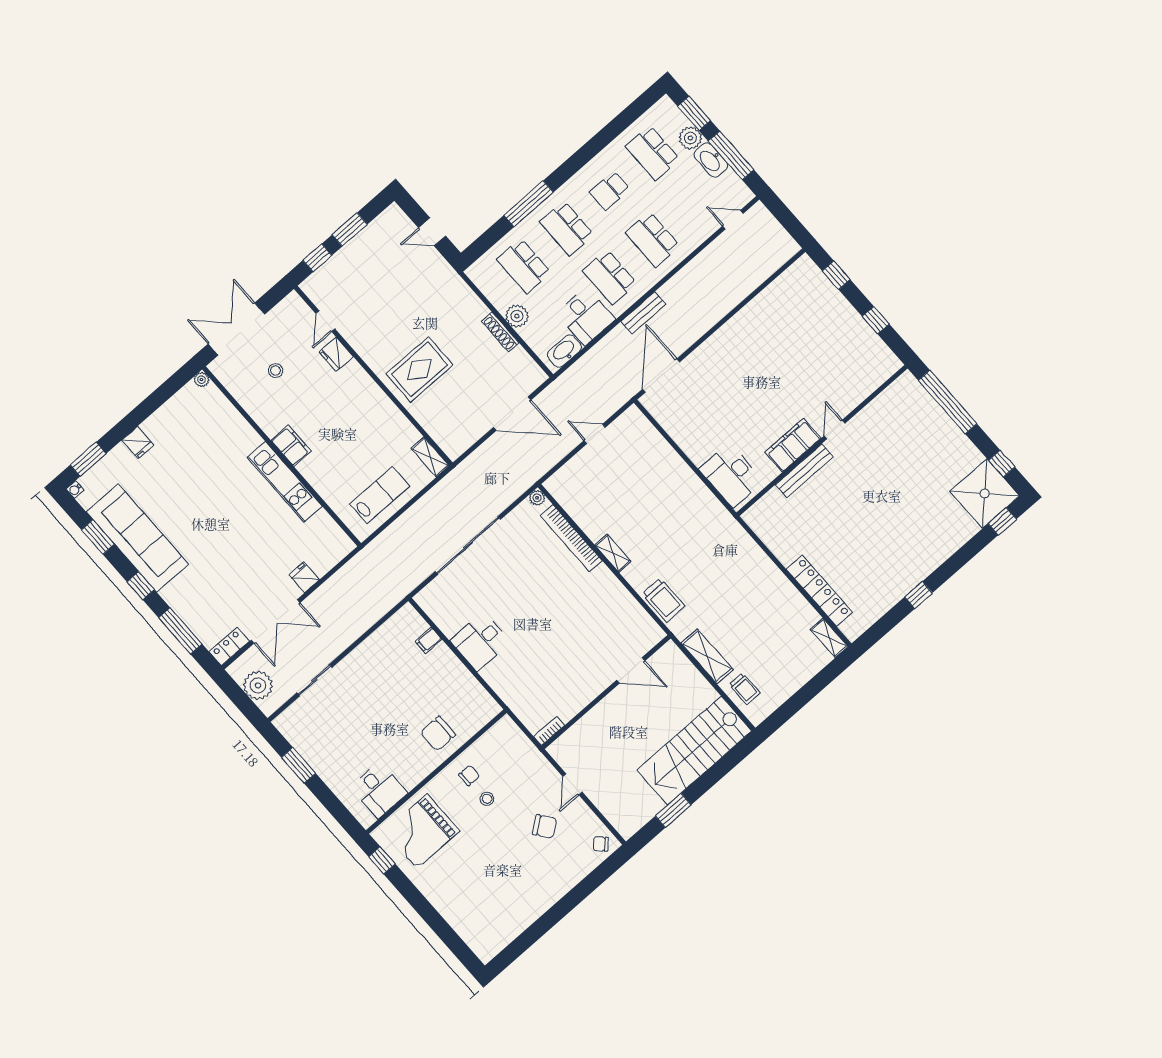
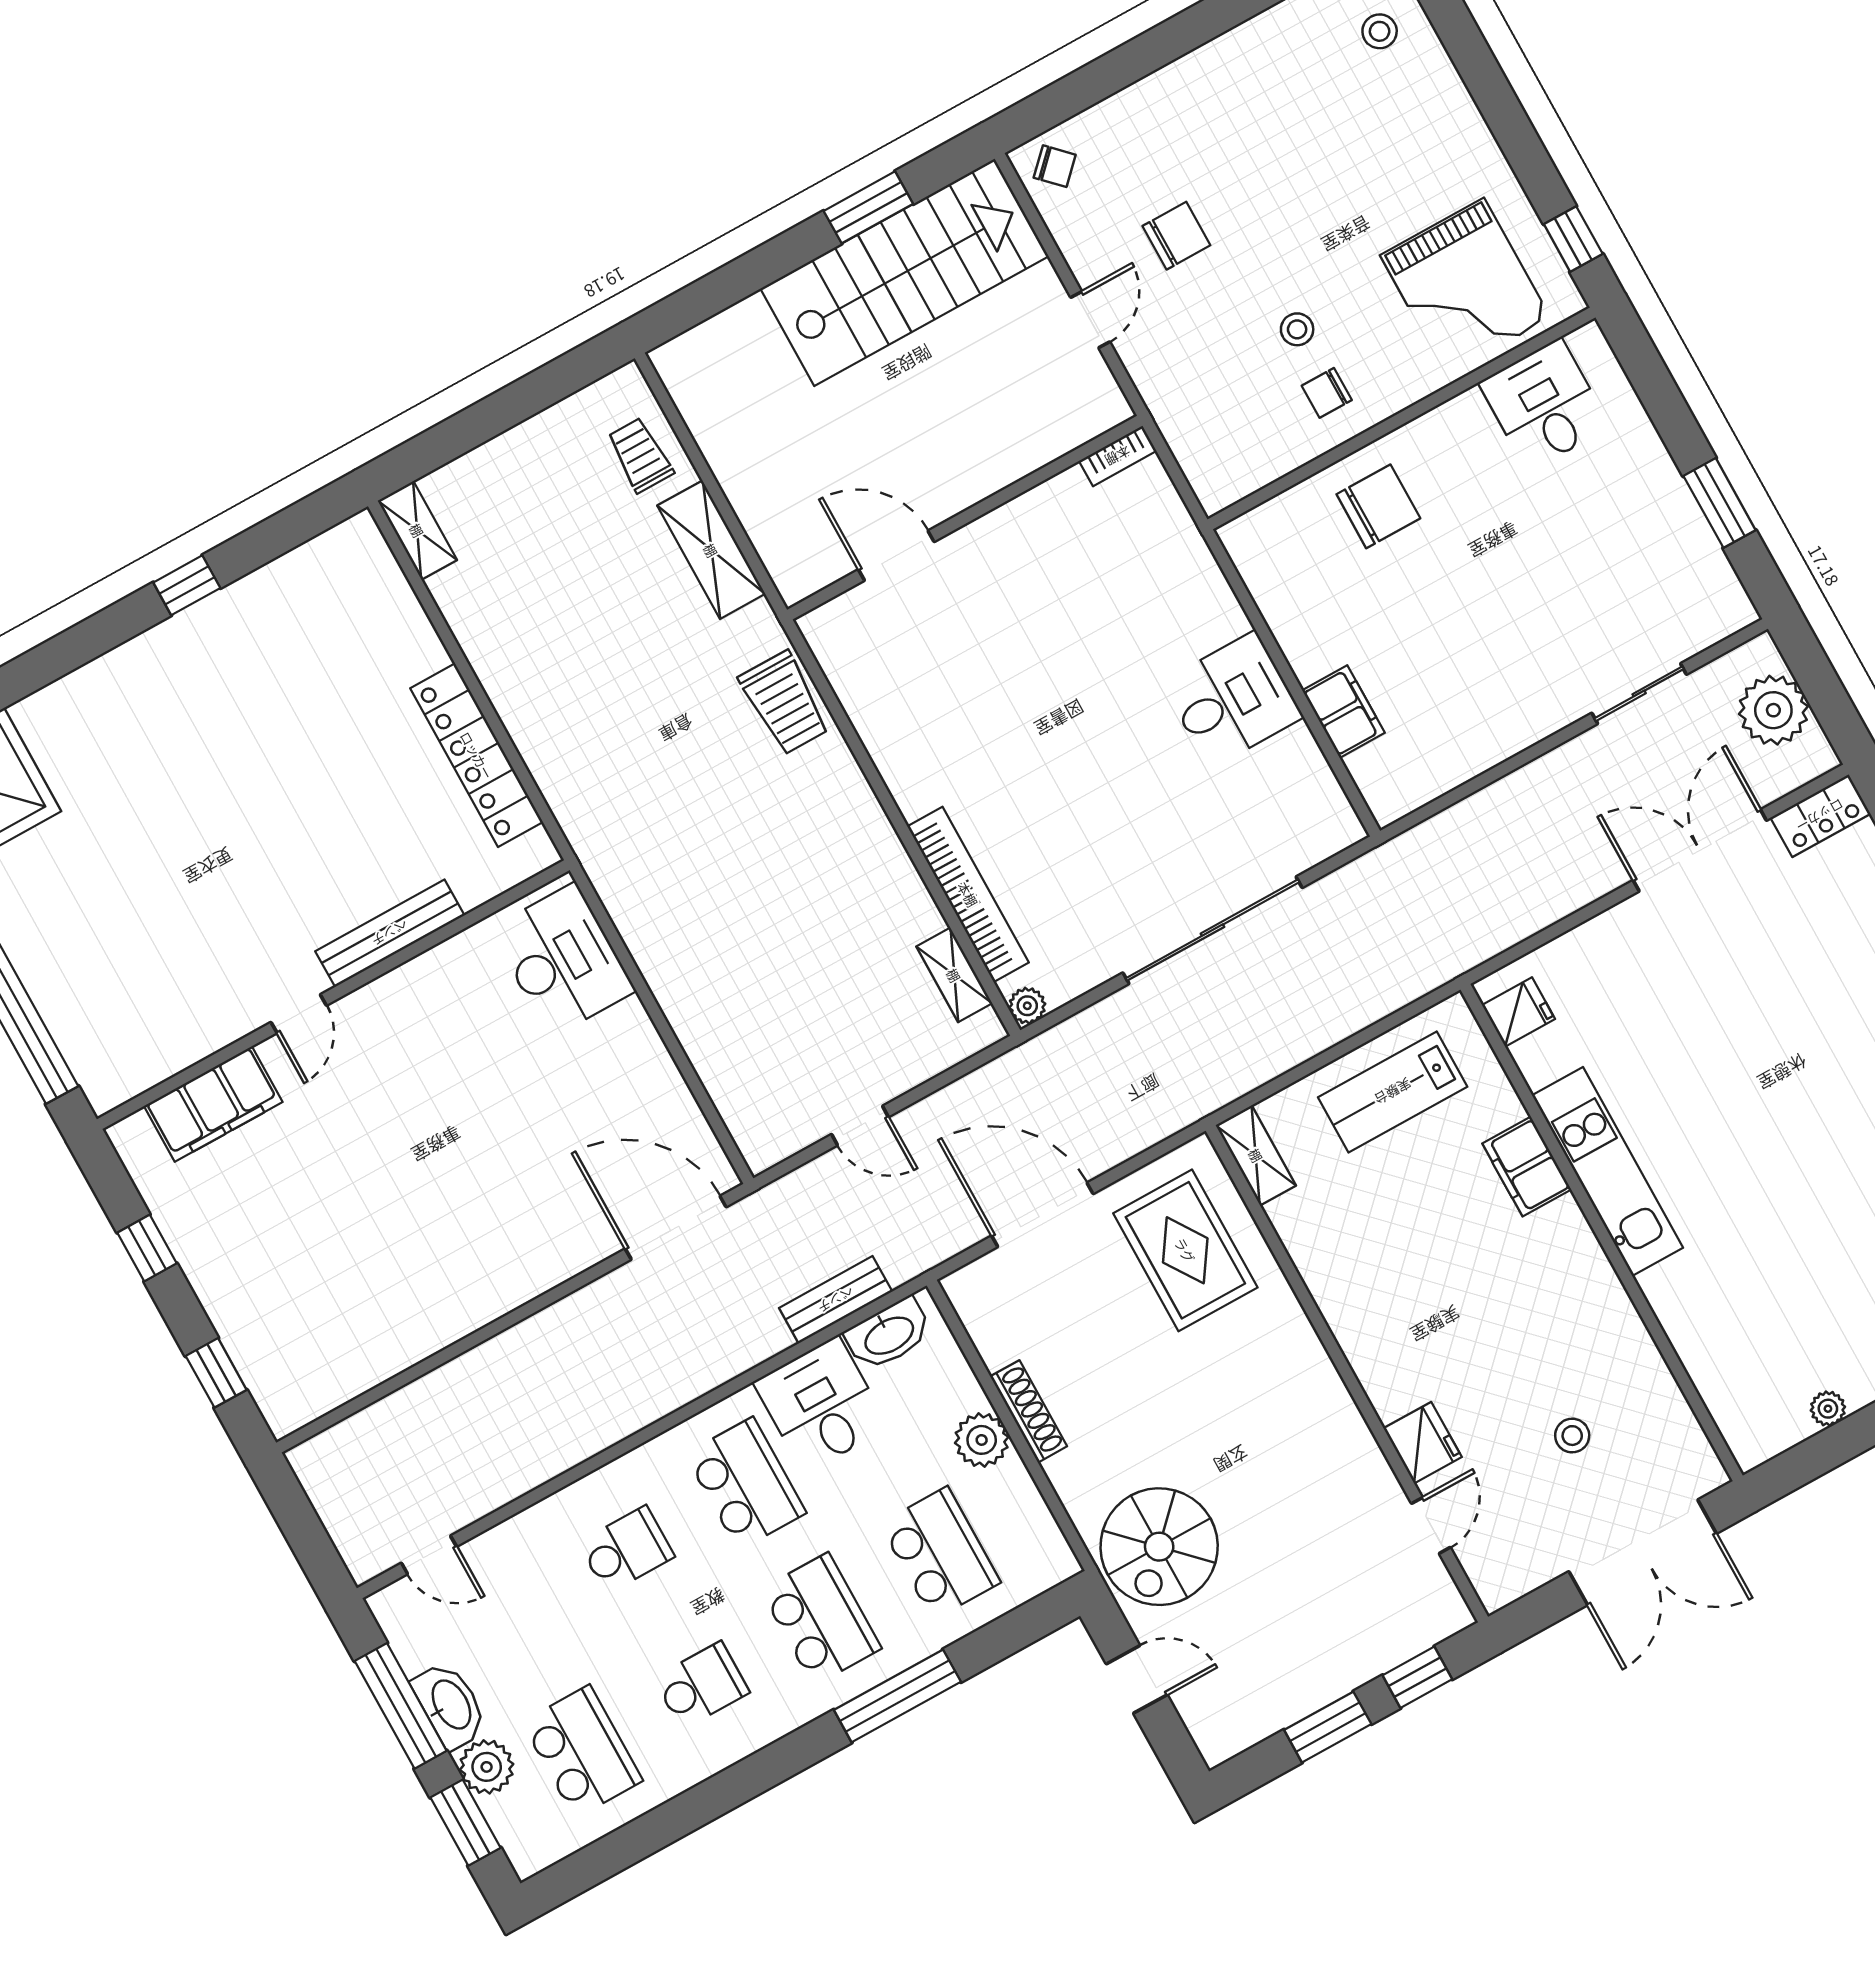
school desk: (653, 239) -> (626, 1550), width x0.54
spiral stairs: (435, 288) -> (1159, 1547), added
bench: (643, 313) -> (836, 1300), moved
rug: (419, 369) -> (1185, 1250), moved, turned 90
door: (661, 376) -> (676, 1228), swing flipped
plant: (202, 380) -> (1828, 1409), moved
filing cabinet: (793, 445) -> (213, 1104), moved
filing cabinet: (291, 446) -> (1527, 1167), moved
shelving: (613, 553) -> (954, 975), moved
fridge: (304, 577) -> (1518, 1012), moved, turned -90
locker: (819, 591) -> (477, 755), moved
trolley: (663, 600) -> (784, 703), turned 180
filing cabinet: (428, 640) -> (1343, 712), width x2.00
stairs: (694, 750) -> (905, 272), moved
chair: (545, 826) -> (1176, 236), turned 128
grand piano: (422, 831) -> (1465, 286), turned 90
stool: (480, 928) -> (1380, 31), added

